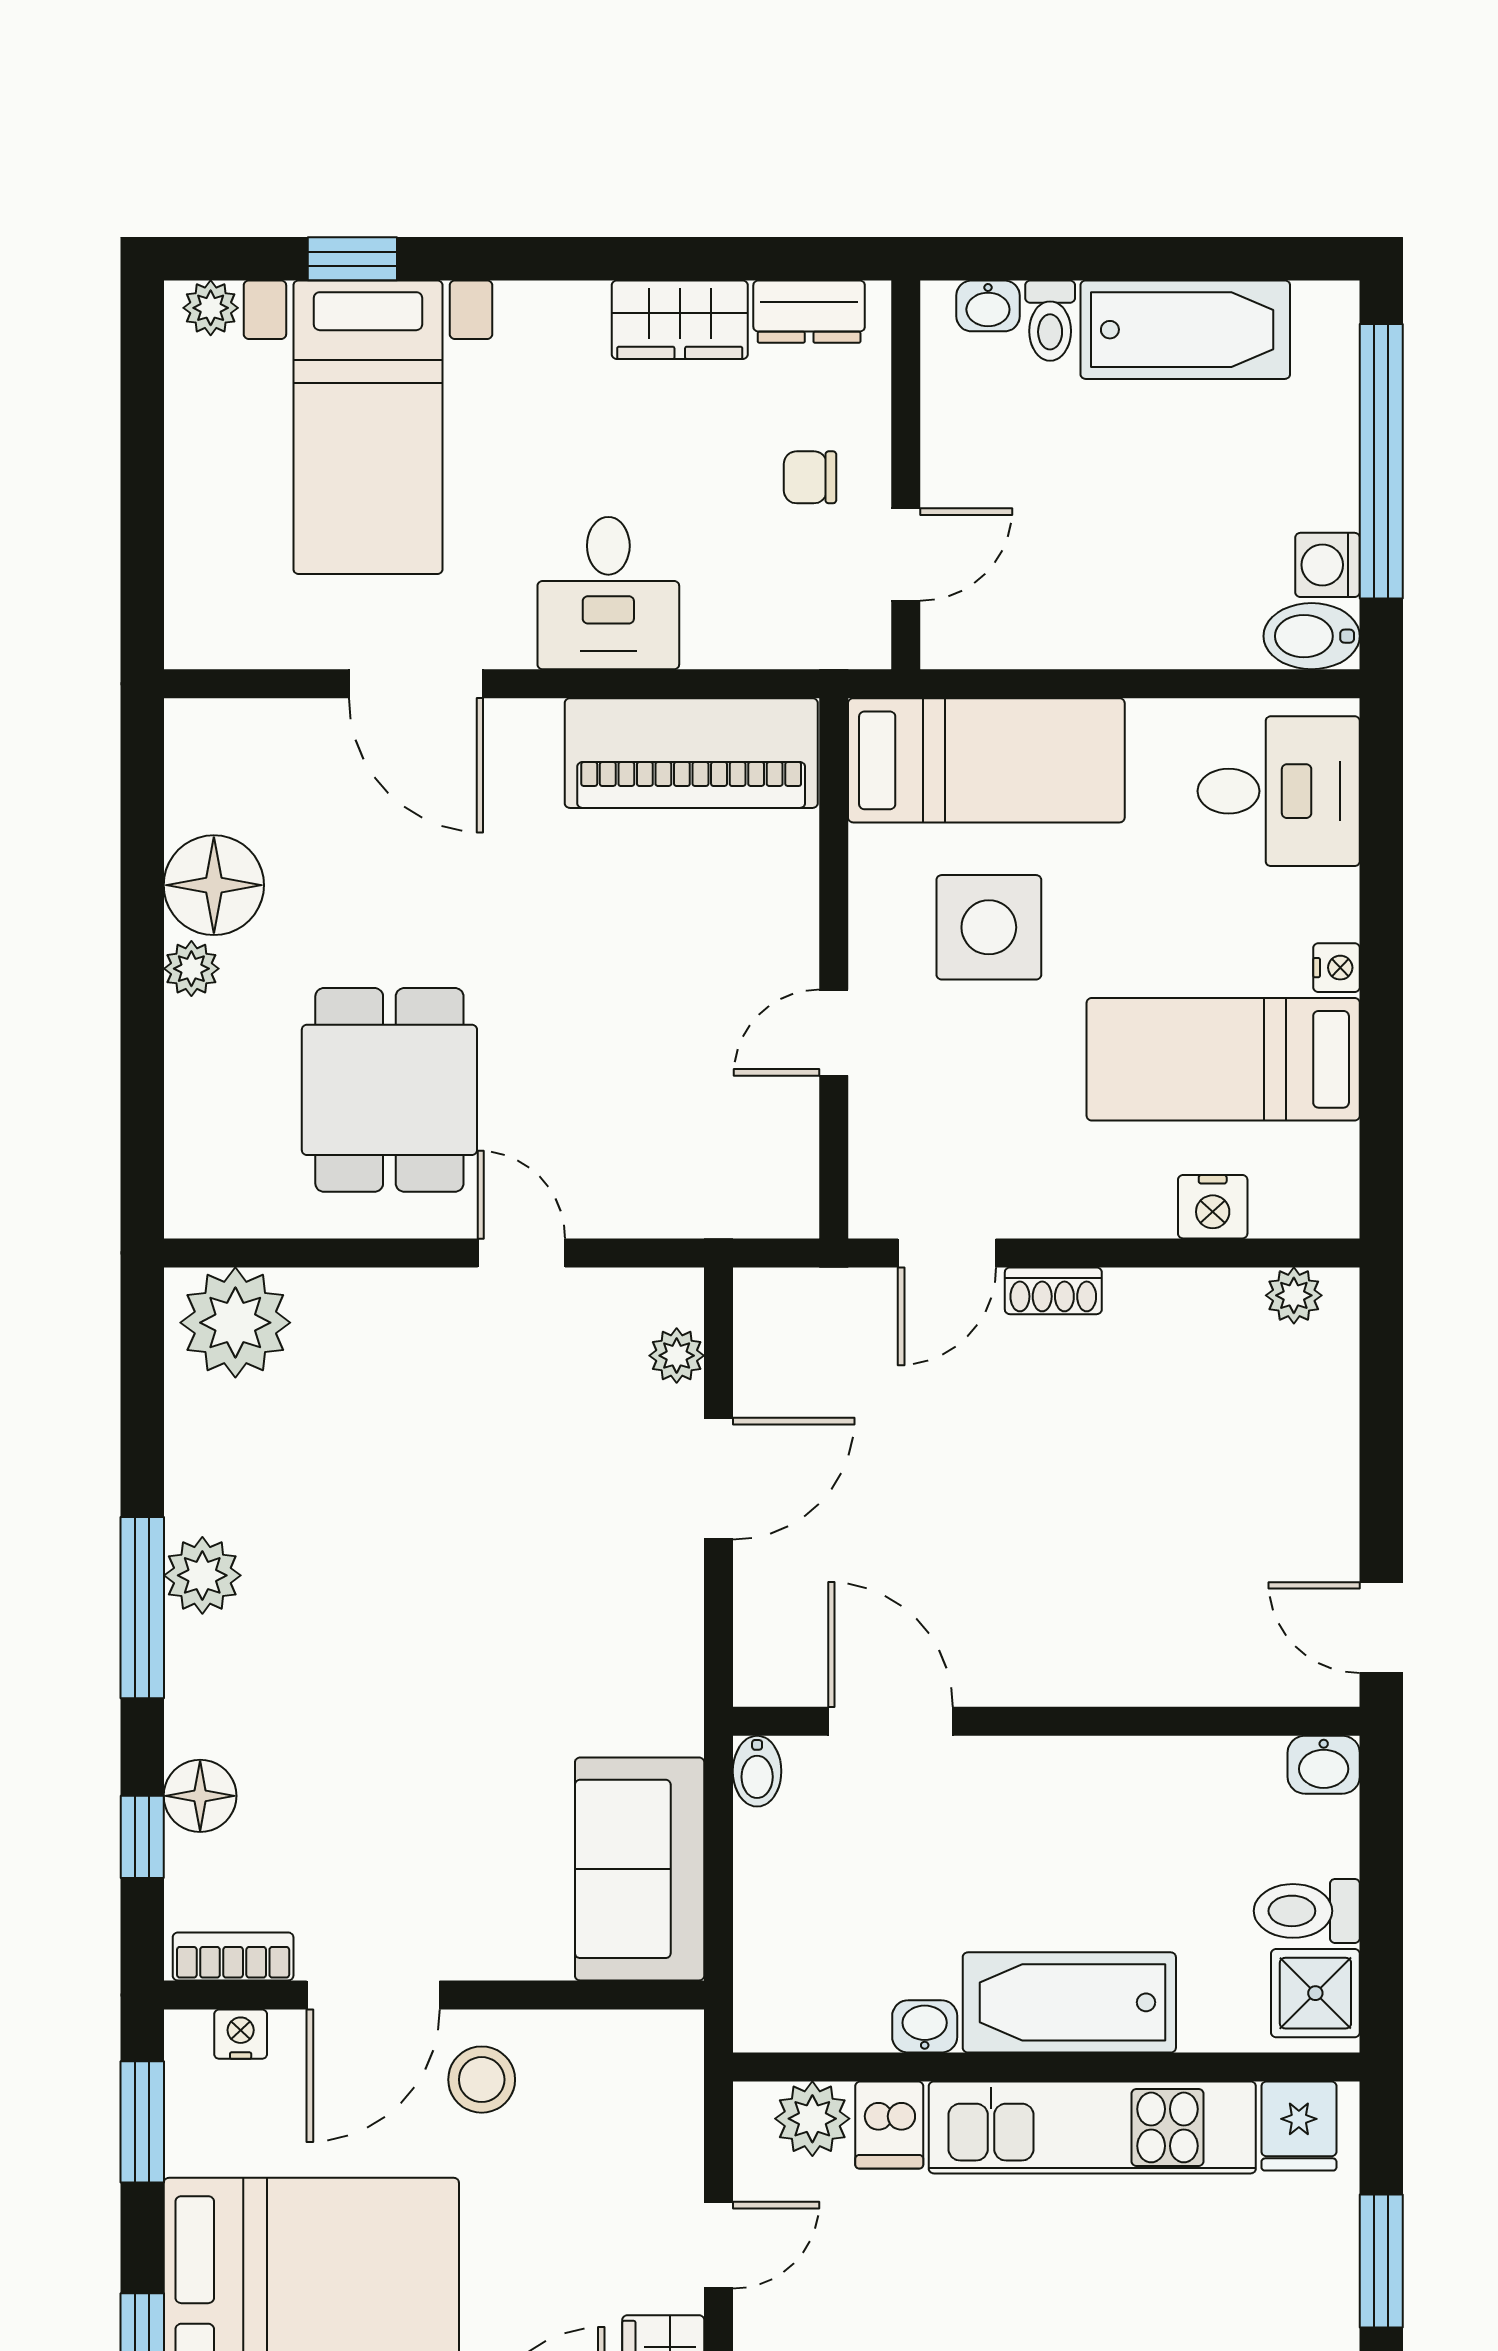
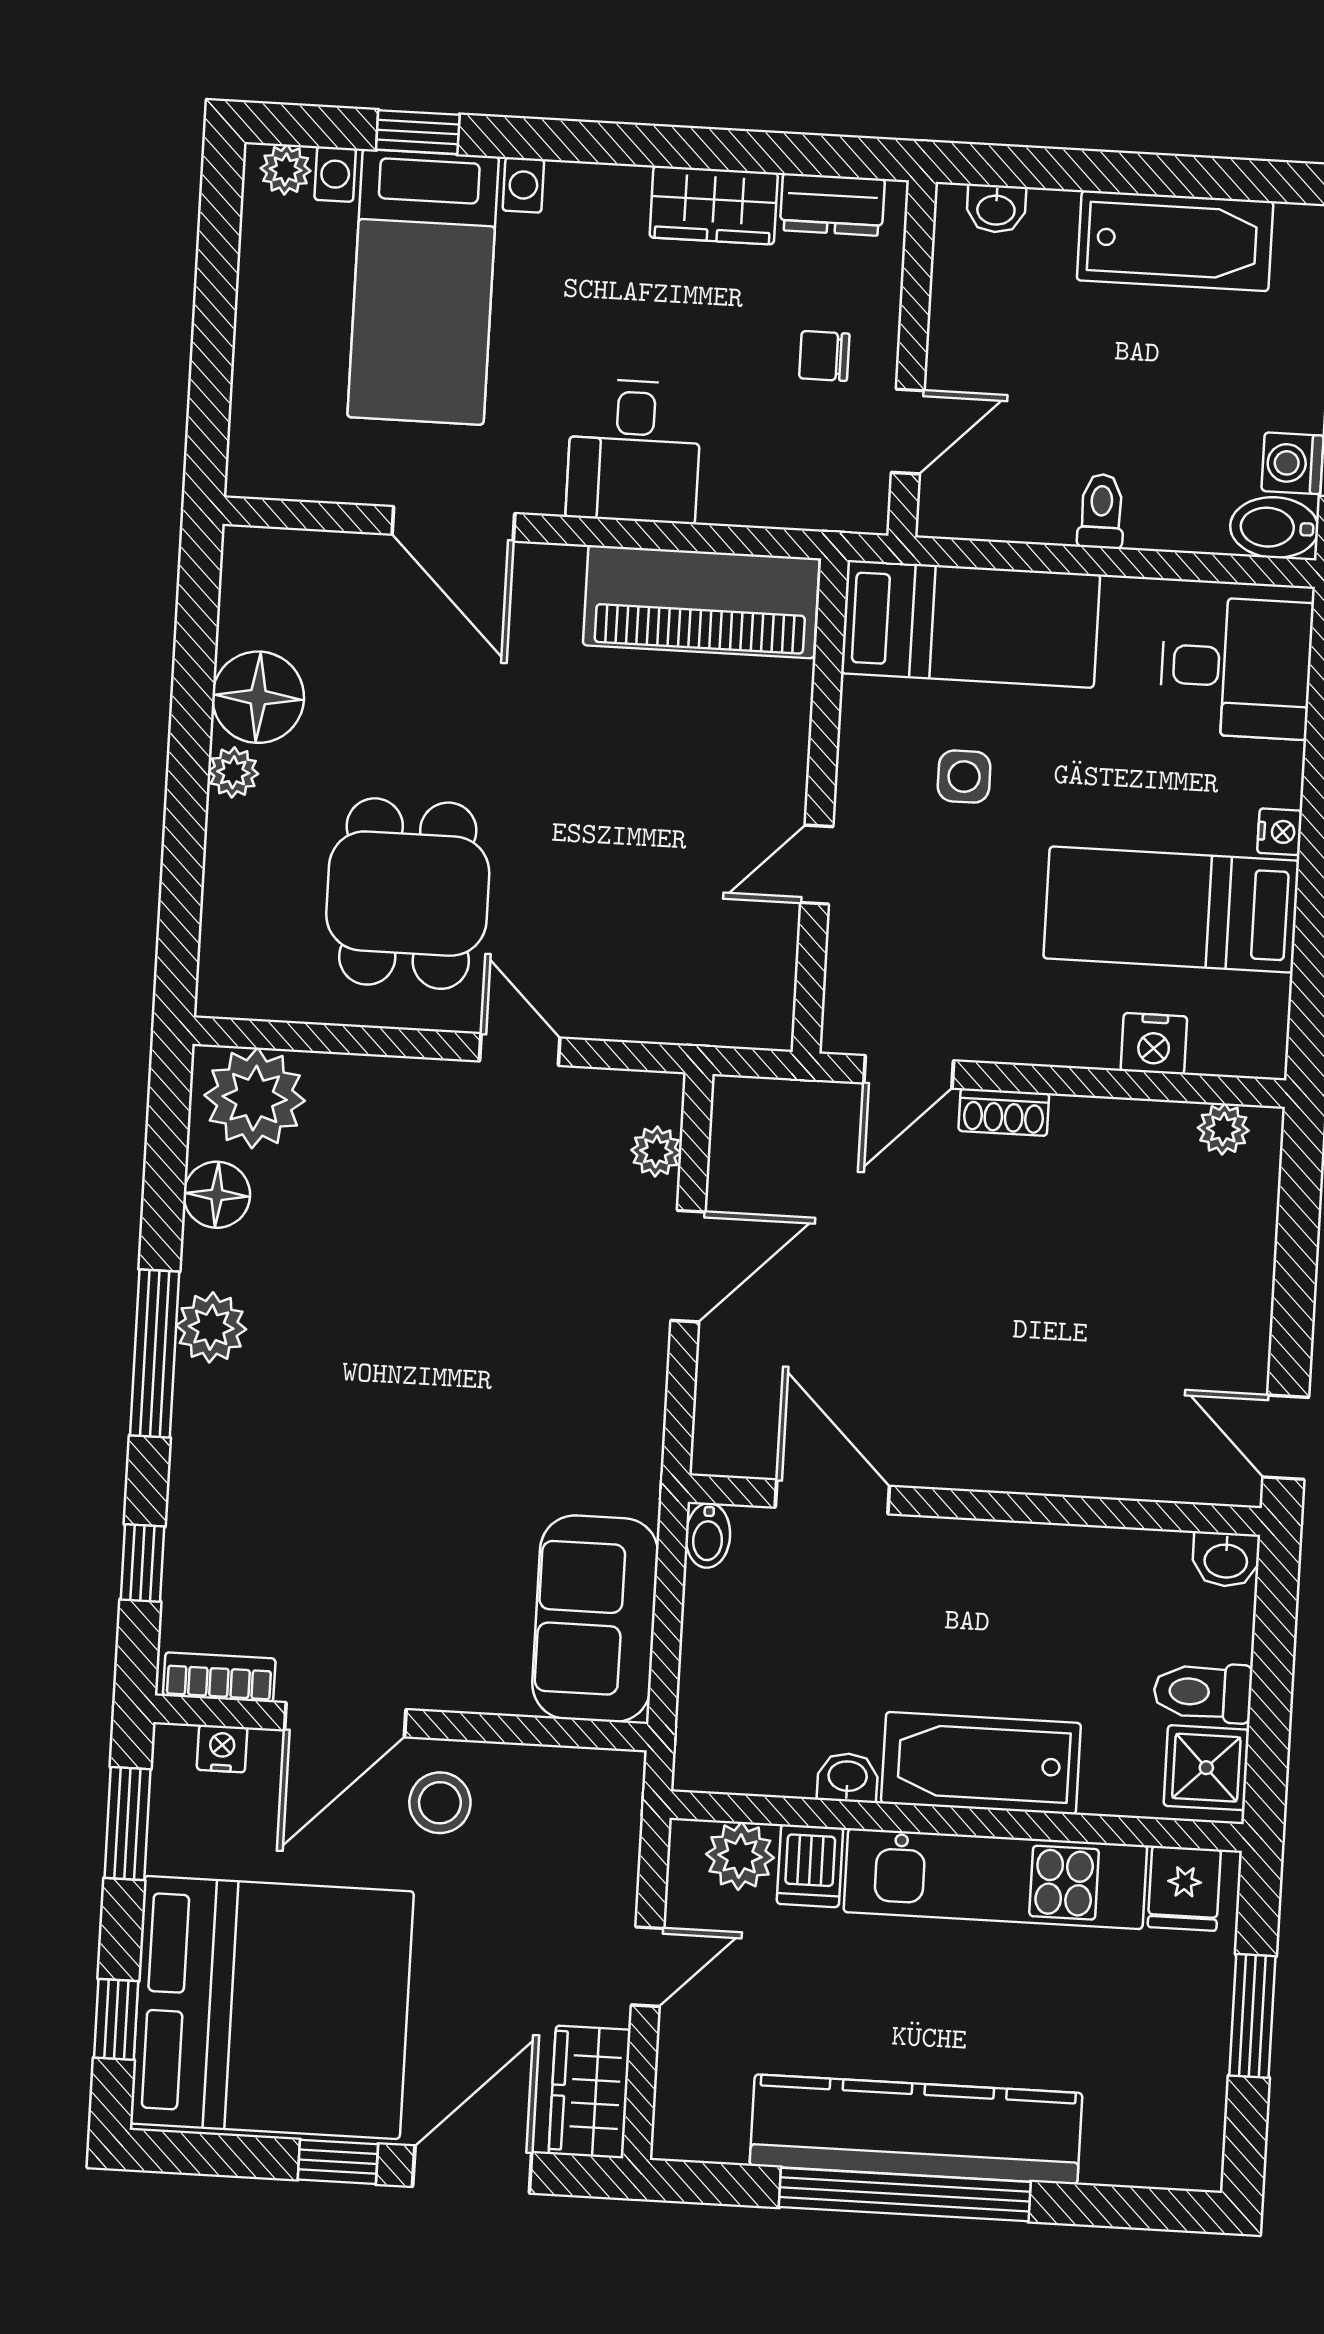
toilet: (1050, 321) -> (1101, 511), moved, turned 180
side table: (989, 927) -> (964, 777), width x0.54, depth x0.54
floor lamp: (200, 1796) -> (217, 1195), moved

